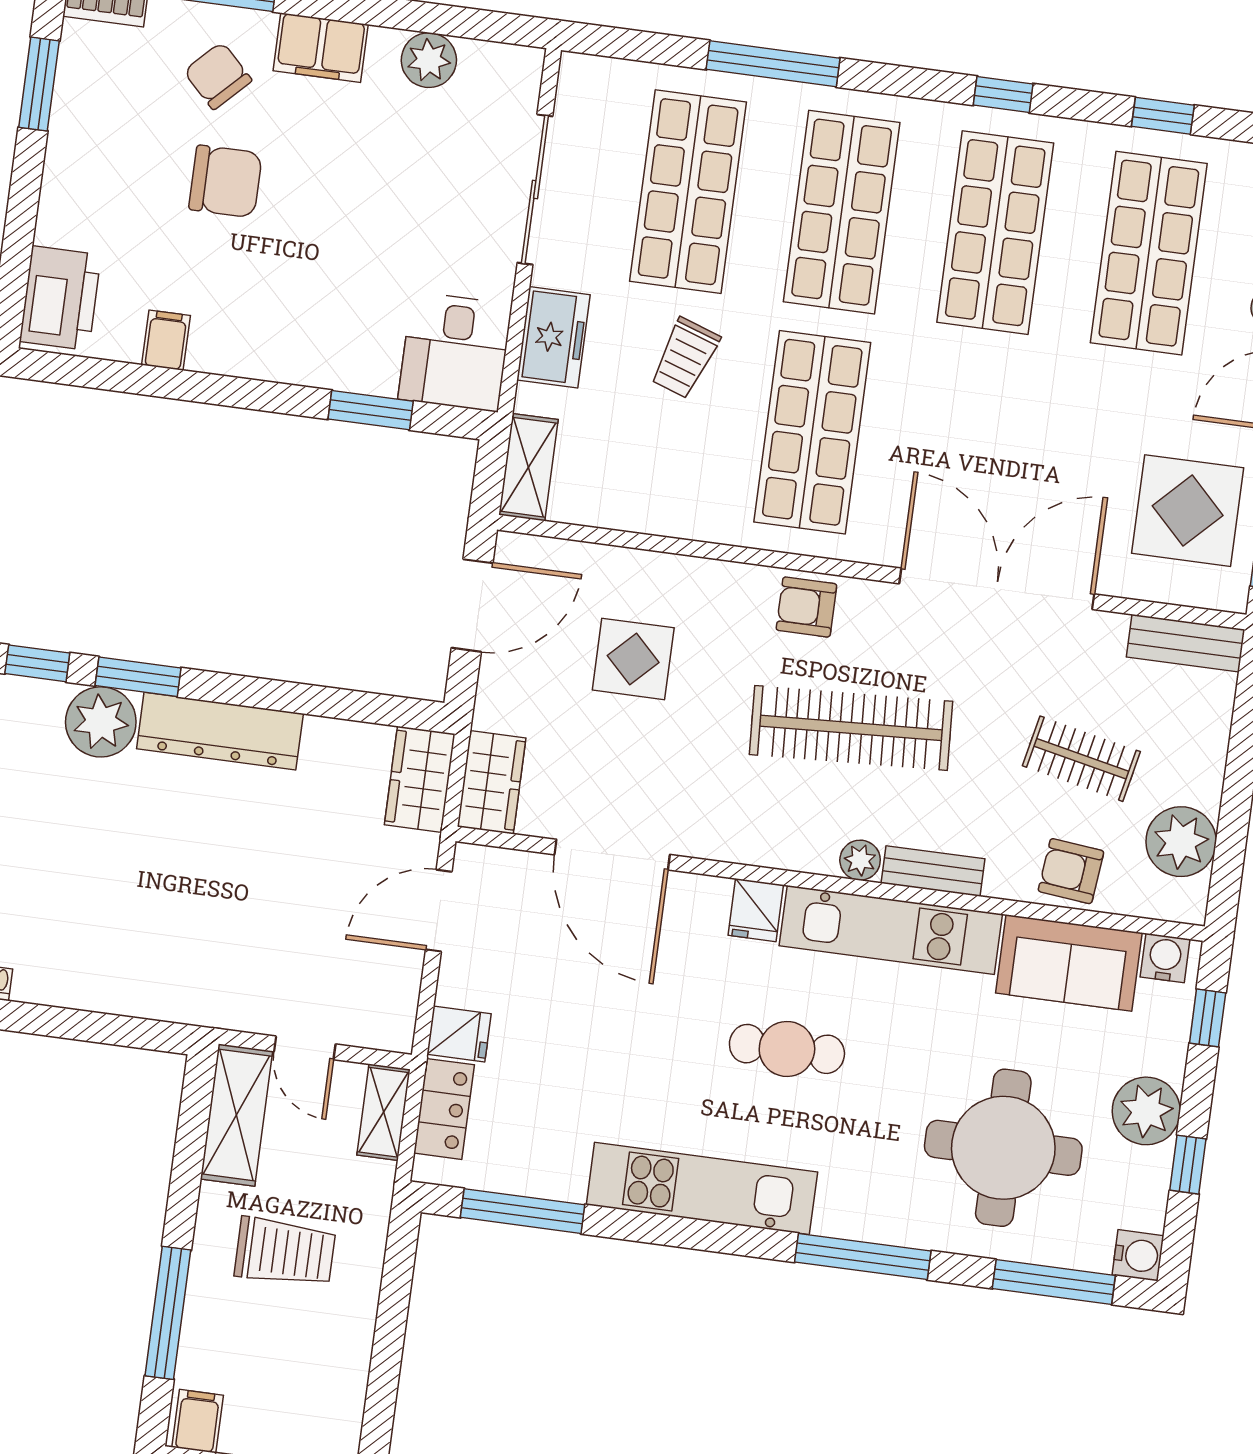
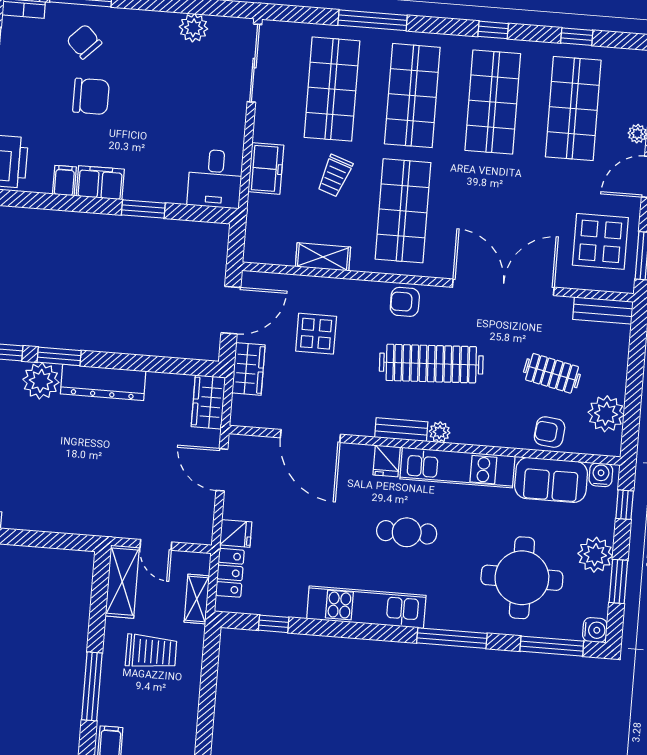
filing cabinet: (321, 48) -> (100, 183), moved, turned 180
sliding door: (535, 190) -> (255, 63), moved
window: (371, 410) -> (143, 209), moved
shelving: (528, 467) -> (323, 257), moved, turned 90
wardrobe: (492, 782) -> (248, 369), moved
bench: (933, 871) -> (401, 430), moved
door: (439, 911) -> (222, 470), hinge flipped
shelving: (384, 1112) -> (197, 599), moved
window: (1188, 1165) -> (618, 581), width x1.50
window: (523, 1211) -> (274, 624), width x0.46

